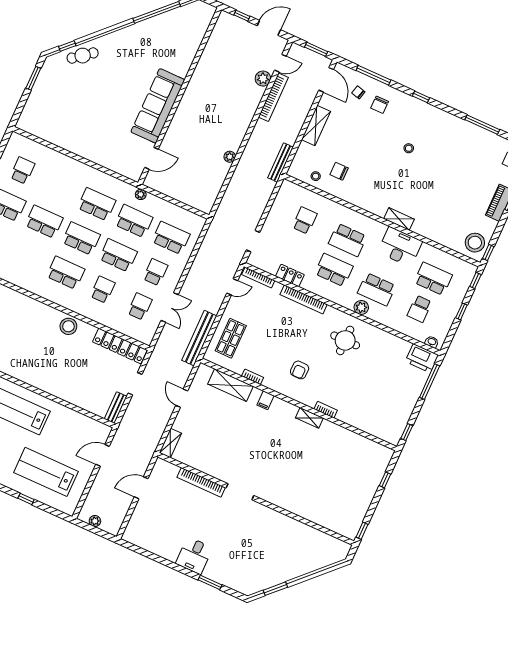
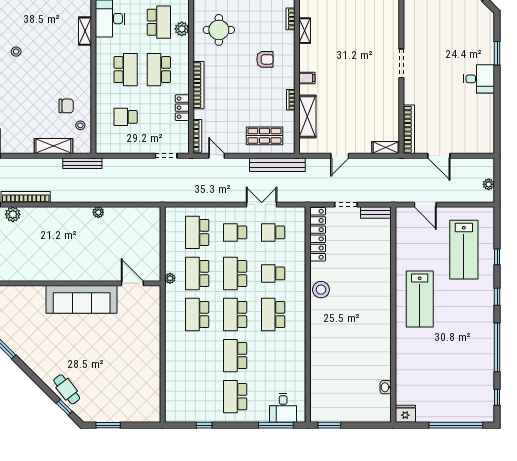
shelving: (316, 126) -> (53, 146), moved
school desk: (22, 171) -> (197, 397), removed
chair: (339, 171) -> (66, 106), turned -90
bookcase: (201, 482) -> (409, 129), moved

